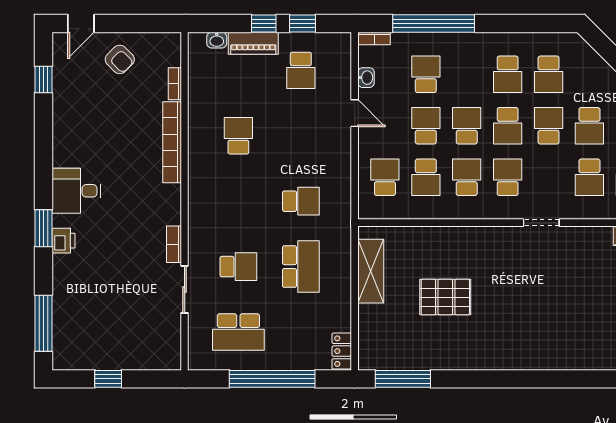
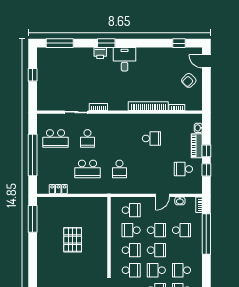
shelving: (371, 271) -> (85, 203), removed
school desk: (238, 332) -> (55, 138), turned -90
locker: (342, 351) -> (58, 189), moved

